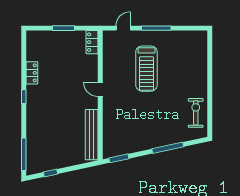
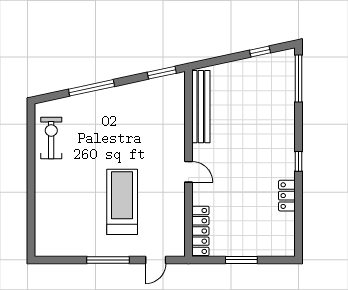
locker: (92, 42) -> (200, 231), width x1.53
exercise bike: (196, 113) -> (51, 138), turned 180

